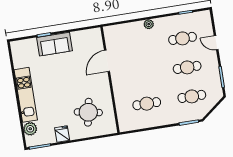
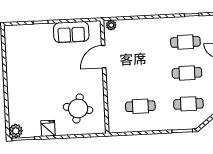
plant: (149, 24) -> (111, 25), moved
sofa: (54, 44) -> (71, 32), moved
kitchen unit: (26, 95) -> (14, 83), removed
plant: (30, 129) -> (16, 131), moved

